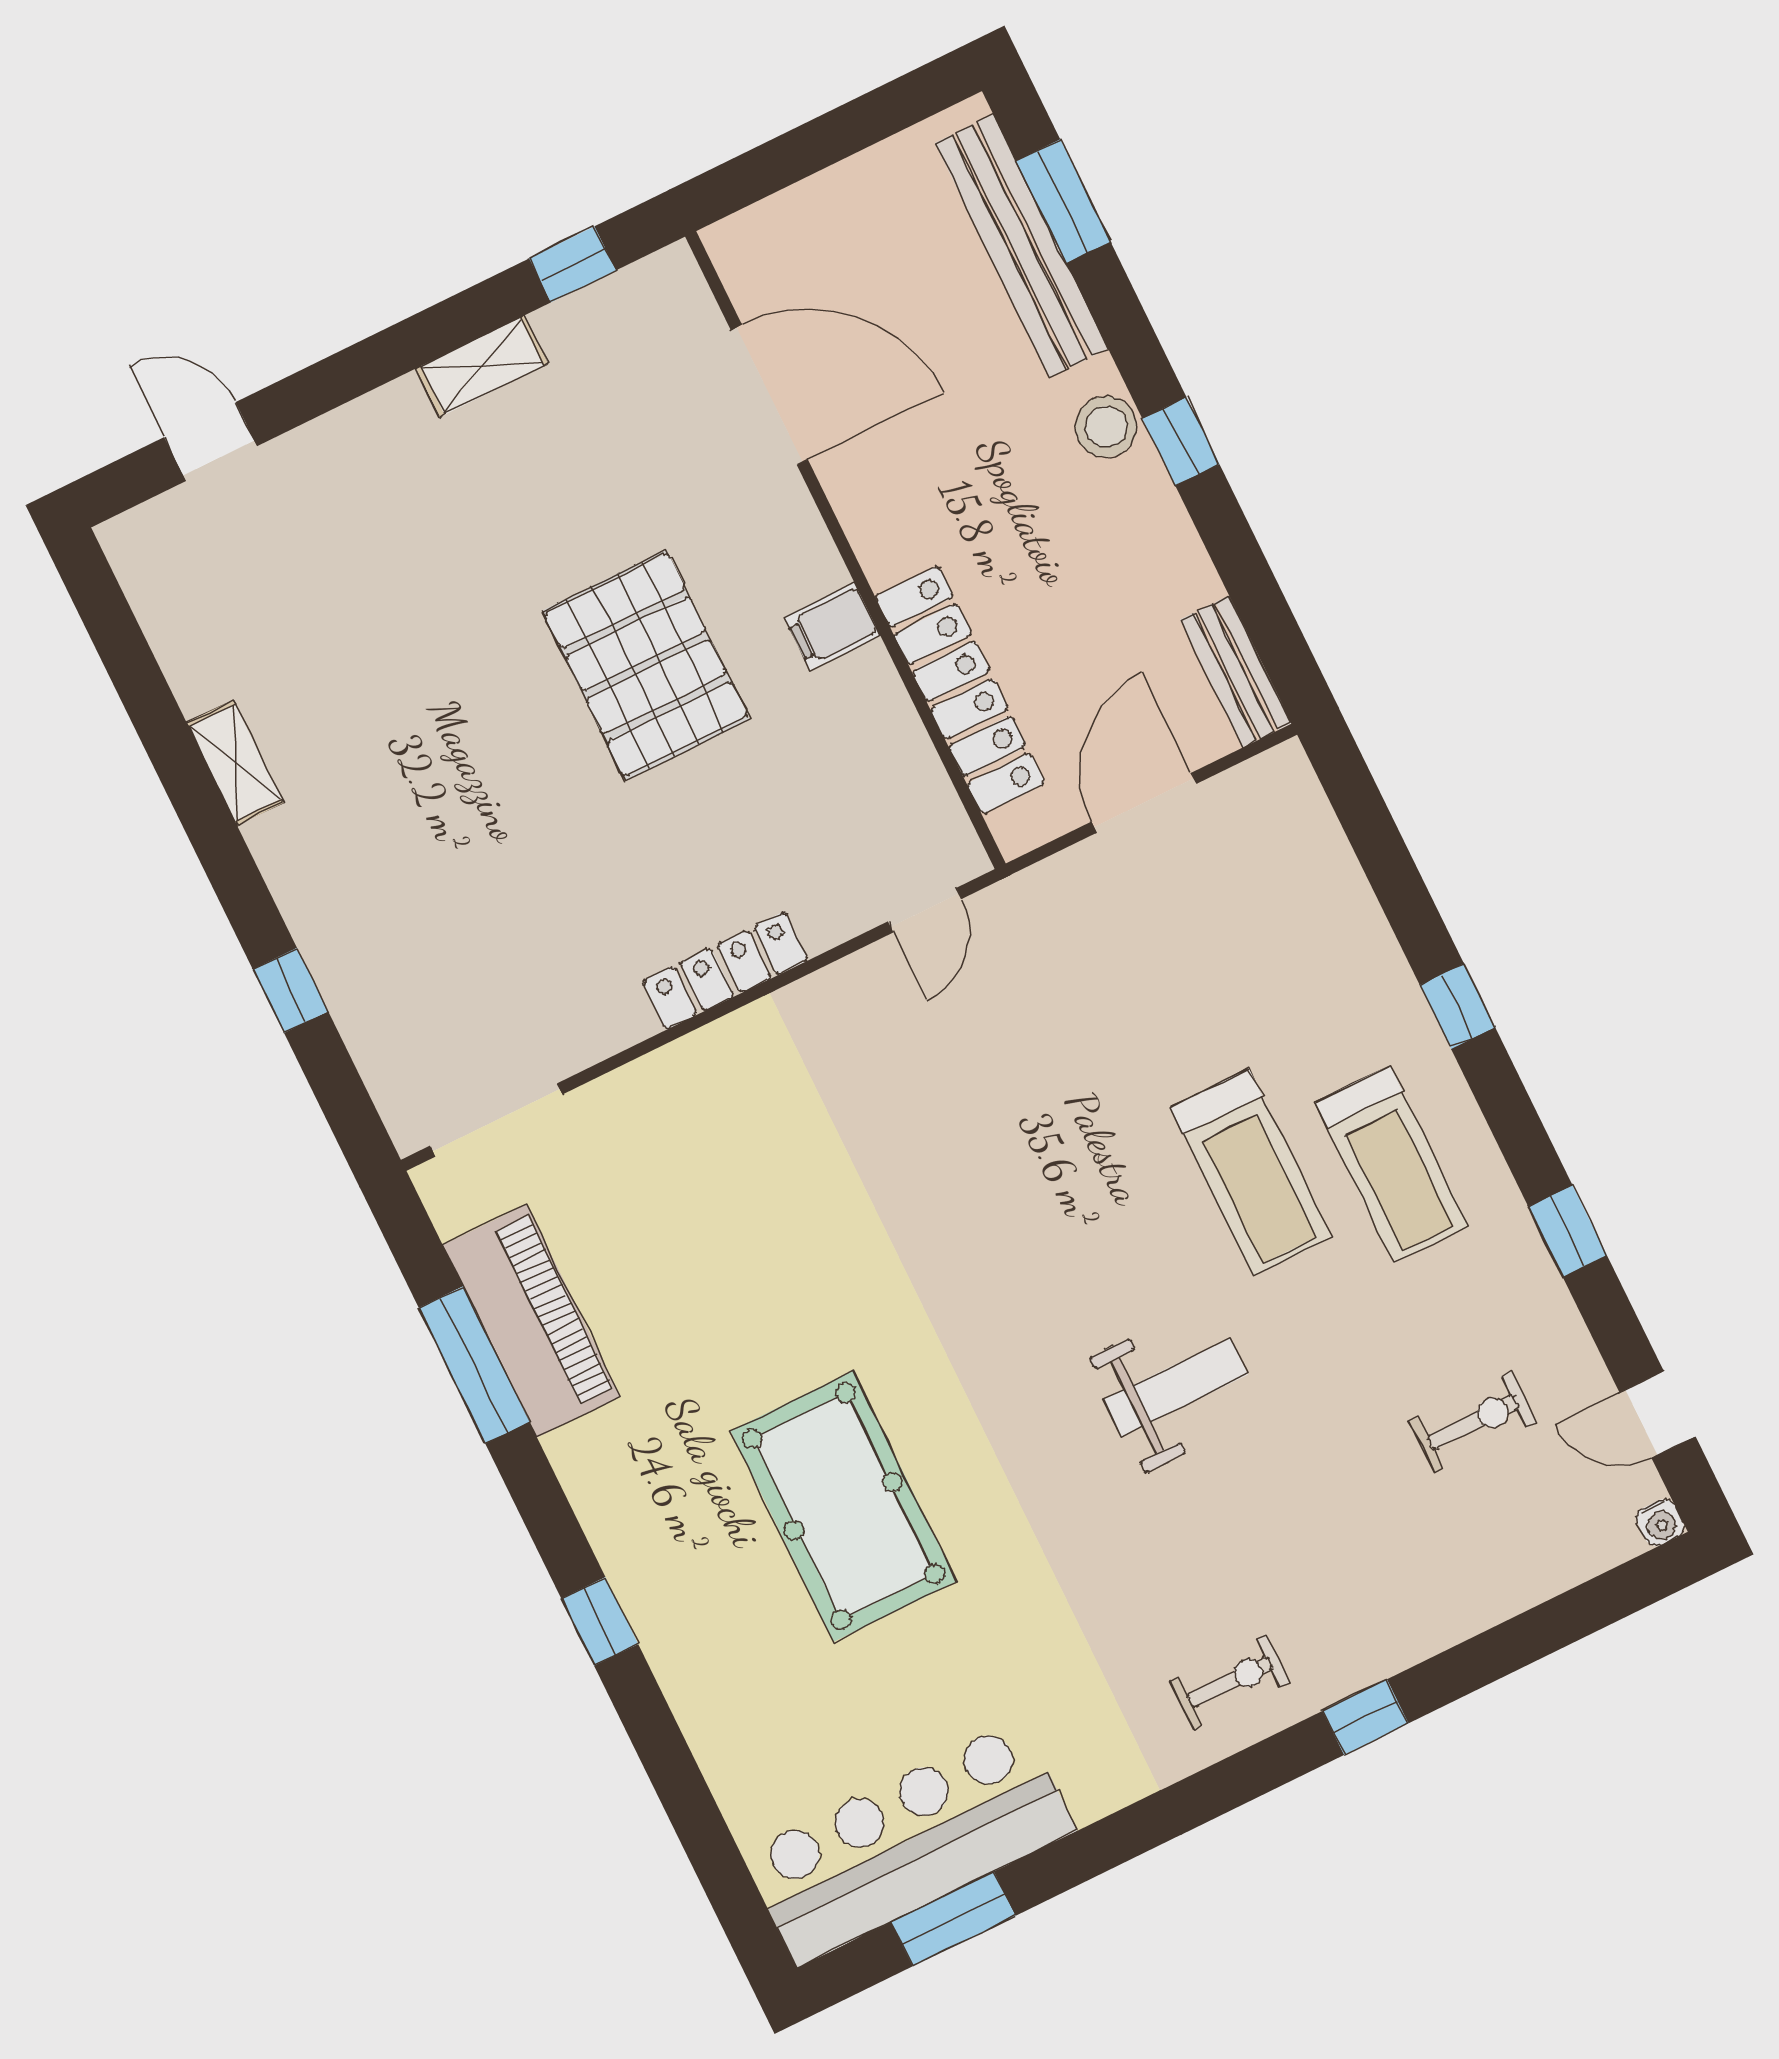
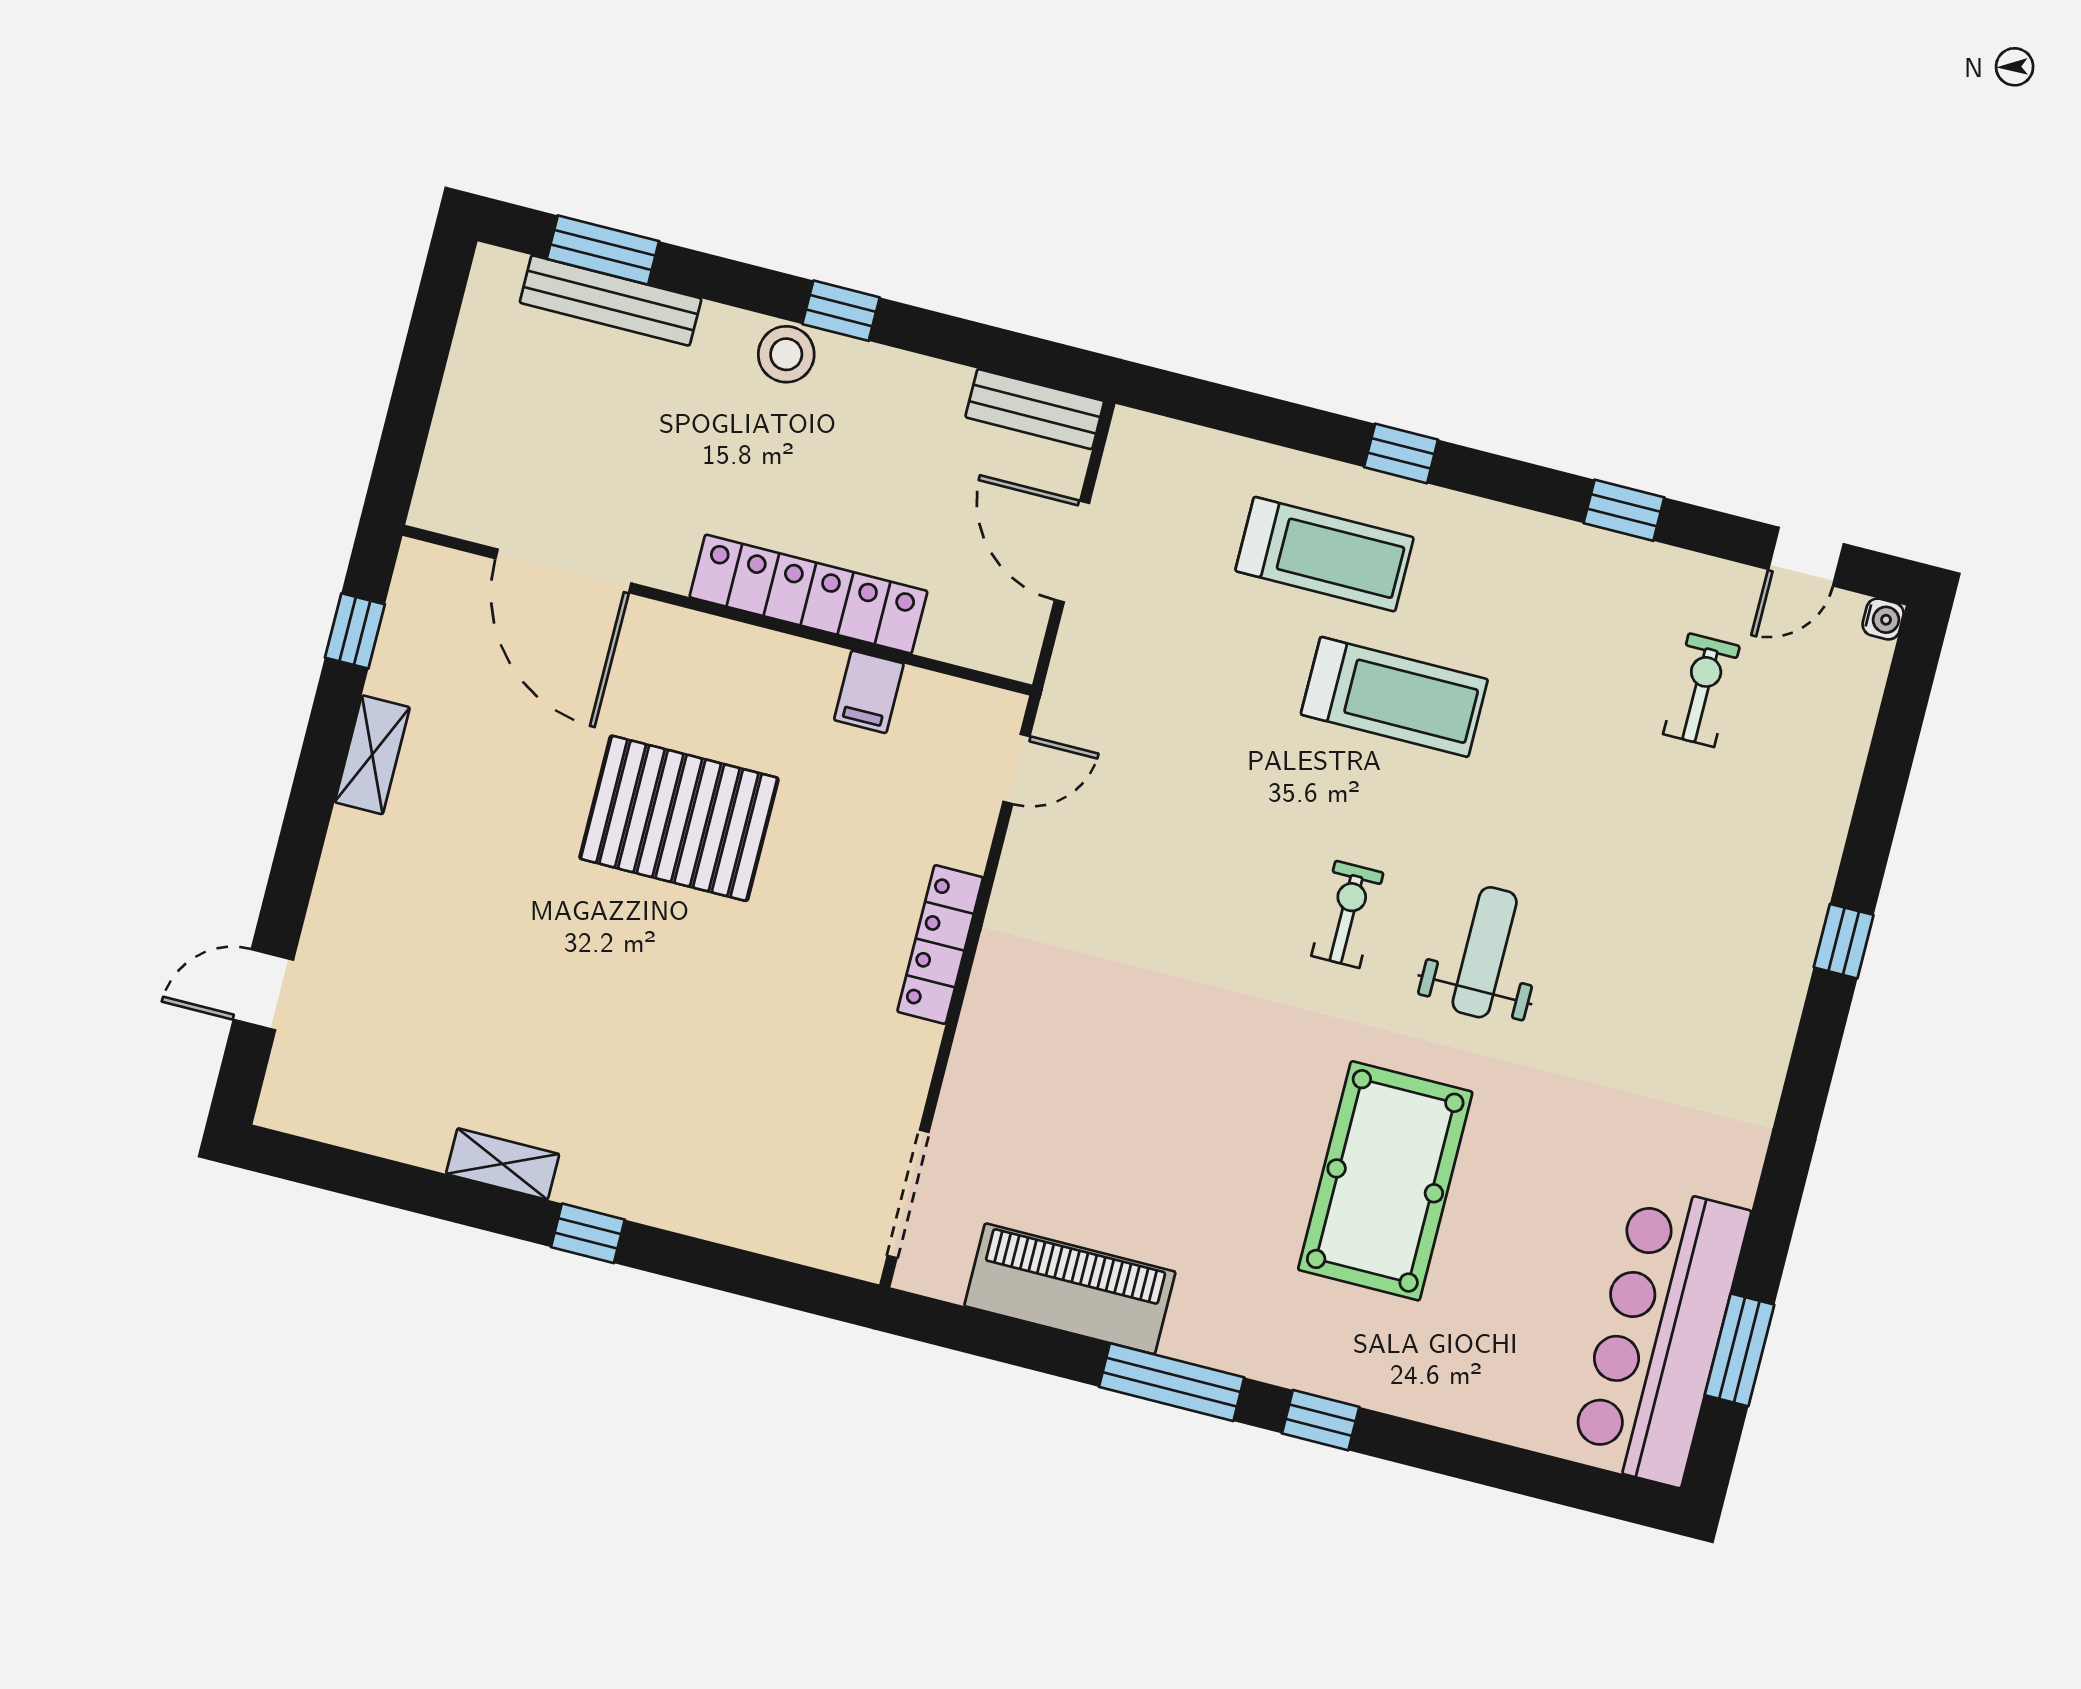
bench: (1022, 246) -> (611, 301), width x0.73, depth x0.82
door: (769, 395) -> (563, 571), swing flipped
filing cabinet: (832, 626) -> (869, 692), moved
locker: (960, 690) -> (808, 594), moved
door: (925, 910) -> (1017, 769), hinge flipped
window: (291, 990) -> (588, 1233), moved
treadmill: (1392, 1164) -> (1324, 554), moved
window: (474, 1365) -> (1172, 1382), moved
weight bench: (1176, 1387) -> (1485, 952), moved
pool table: (844, 1506) -> (1385, 1181), turned 90
exercise bike: (1230, 1682) -> (1347, 914), moved

